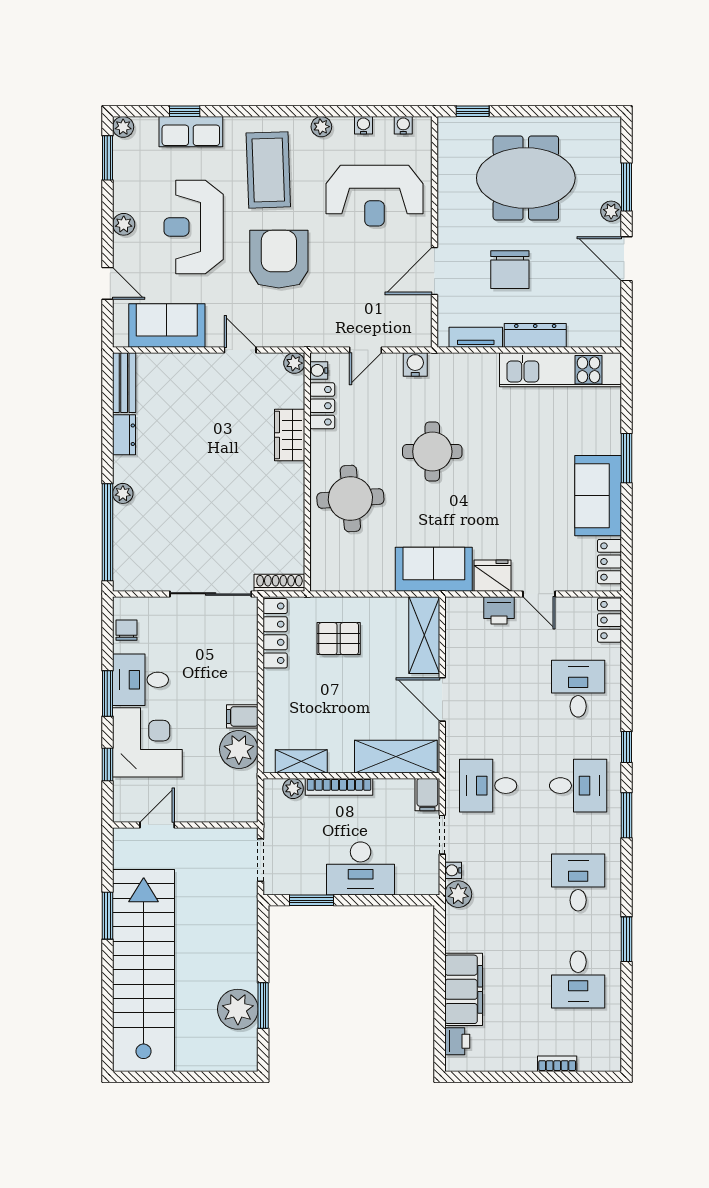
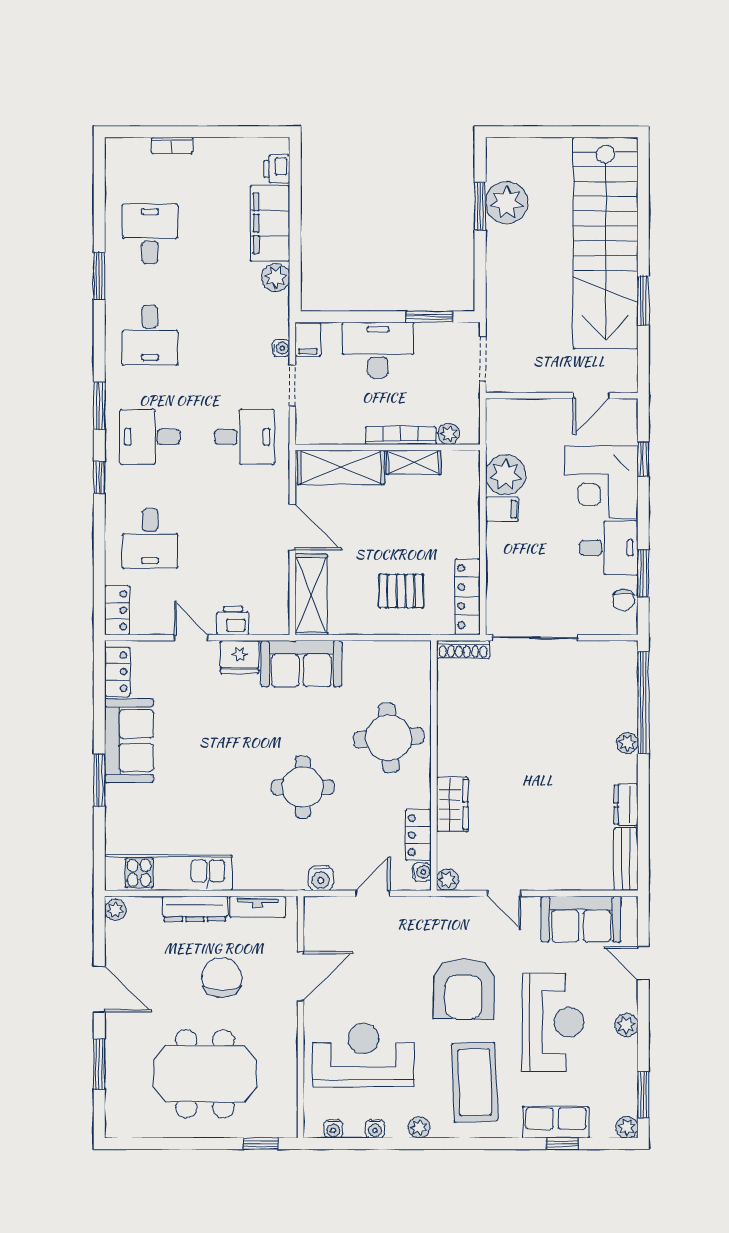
plant: (611, 211) -> (115, 910), moved
window: (107, 693) -> (643, 573), moved
shelving: (301, 761) -> (413, 462), moved
filing cabinet: (427, 795) -> (308, 339), moved, turned 180
plant: (458, 894) -> (276, 278), moved

